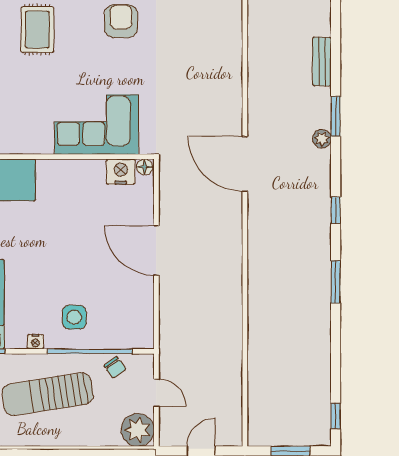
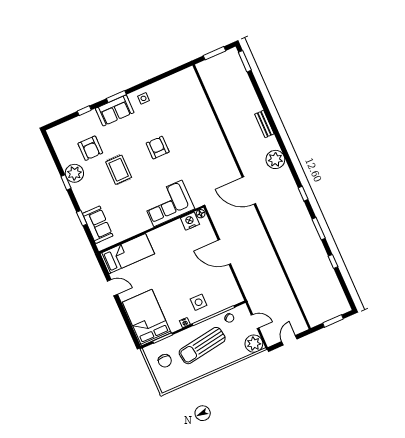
window: (336, 116) -> (283, 148), removed
plant: (322, 139) -> (275, 159), width x1.87, depth x1.87
window: (336, 416) -> (333, 261), moved

